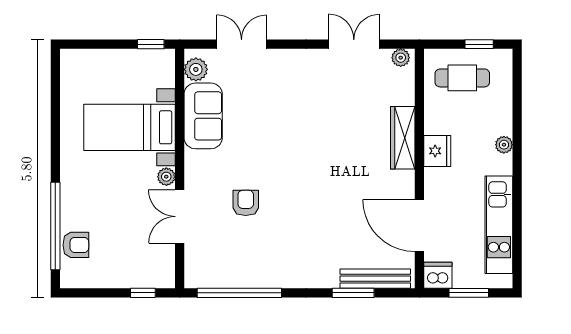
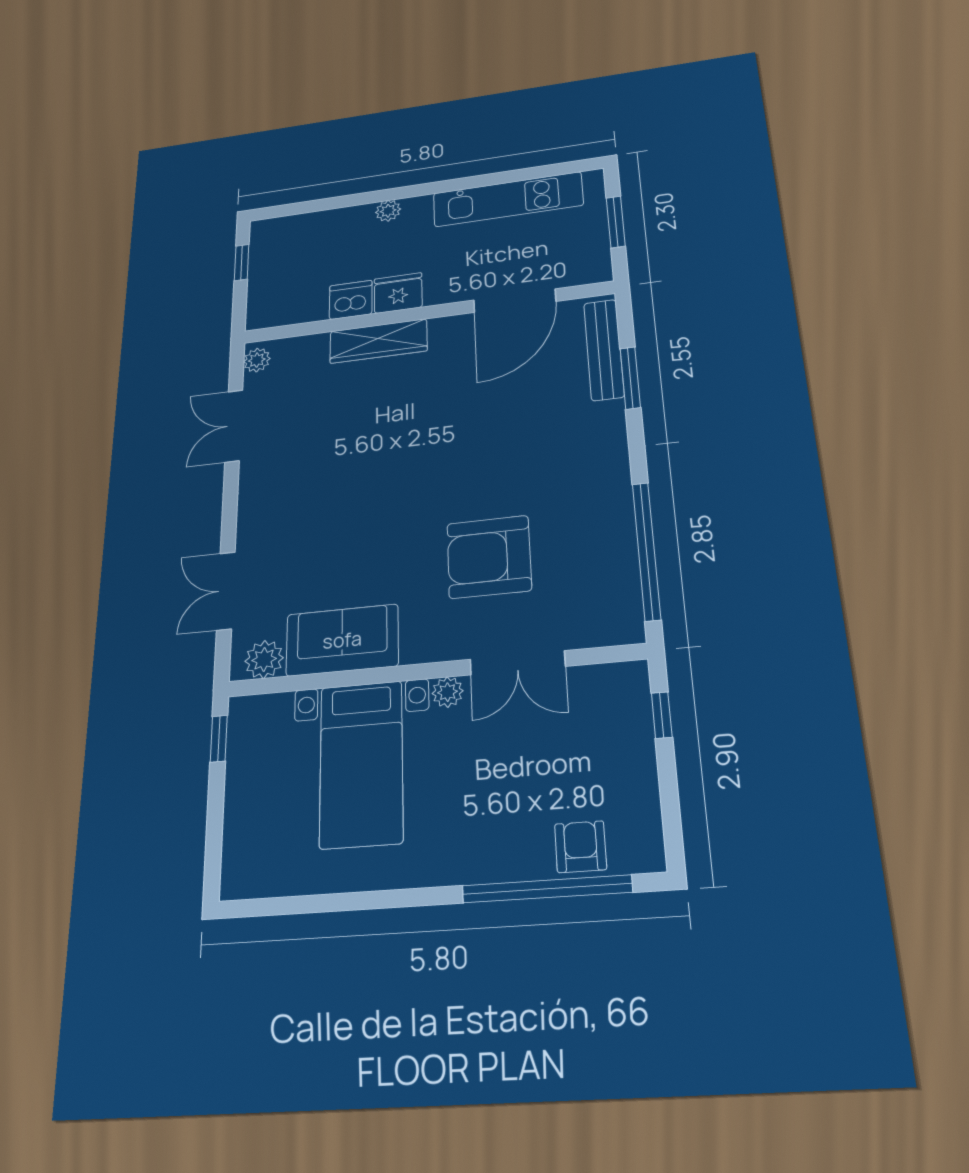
cafe table: (462, 78) -> (290, 276), removed
armchair: (246, 203) -> (489, 557), width x1.88, depth x1.88
dishwasher: (438, 275) -> (351, 300), moved, turned 90

